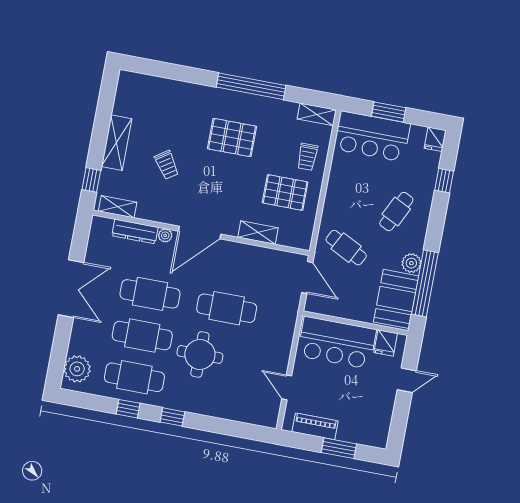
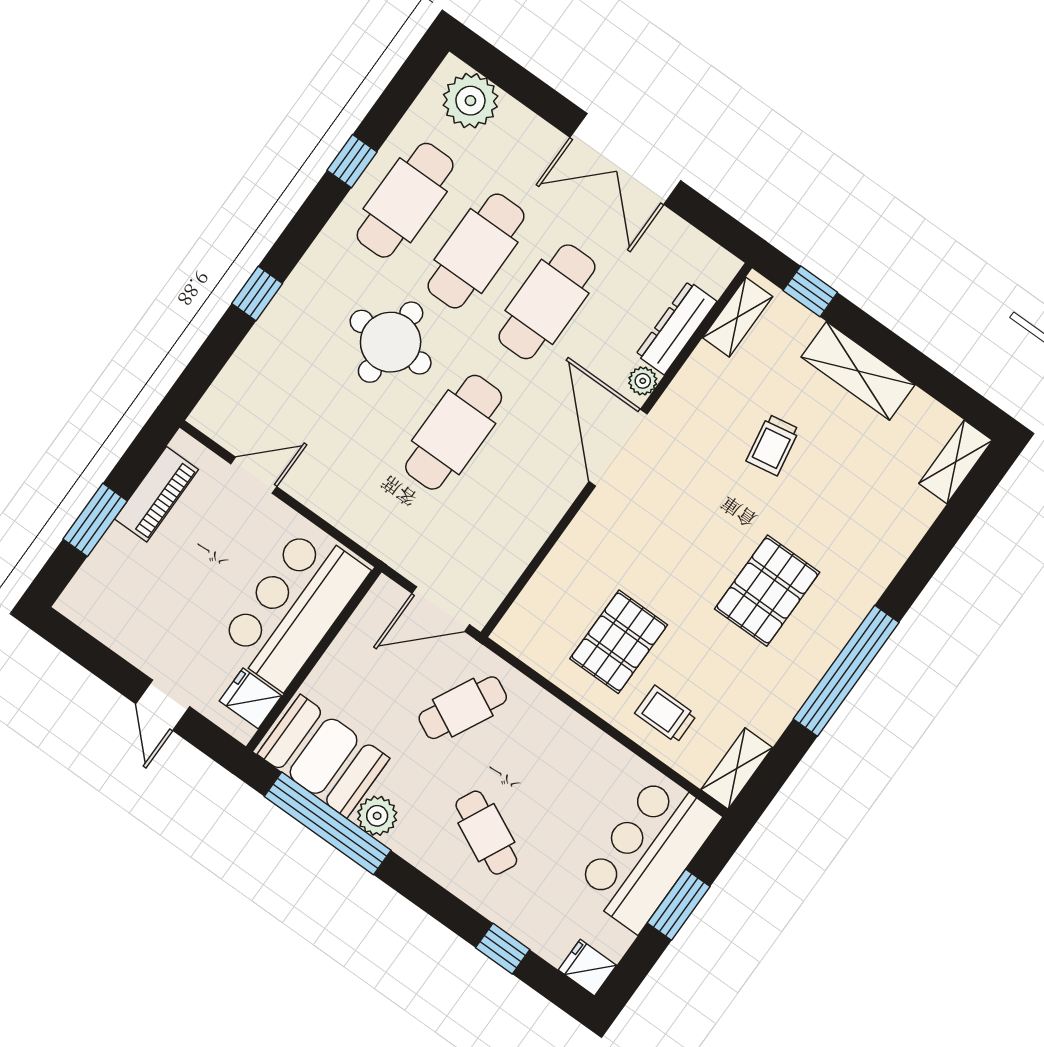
trolley: (167, 165) -> (773, 445), turned -66
shelving: (258, 233) -> (956, 462), moved
window: (172, 417) -> (257, 294), moved

